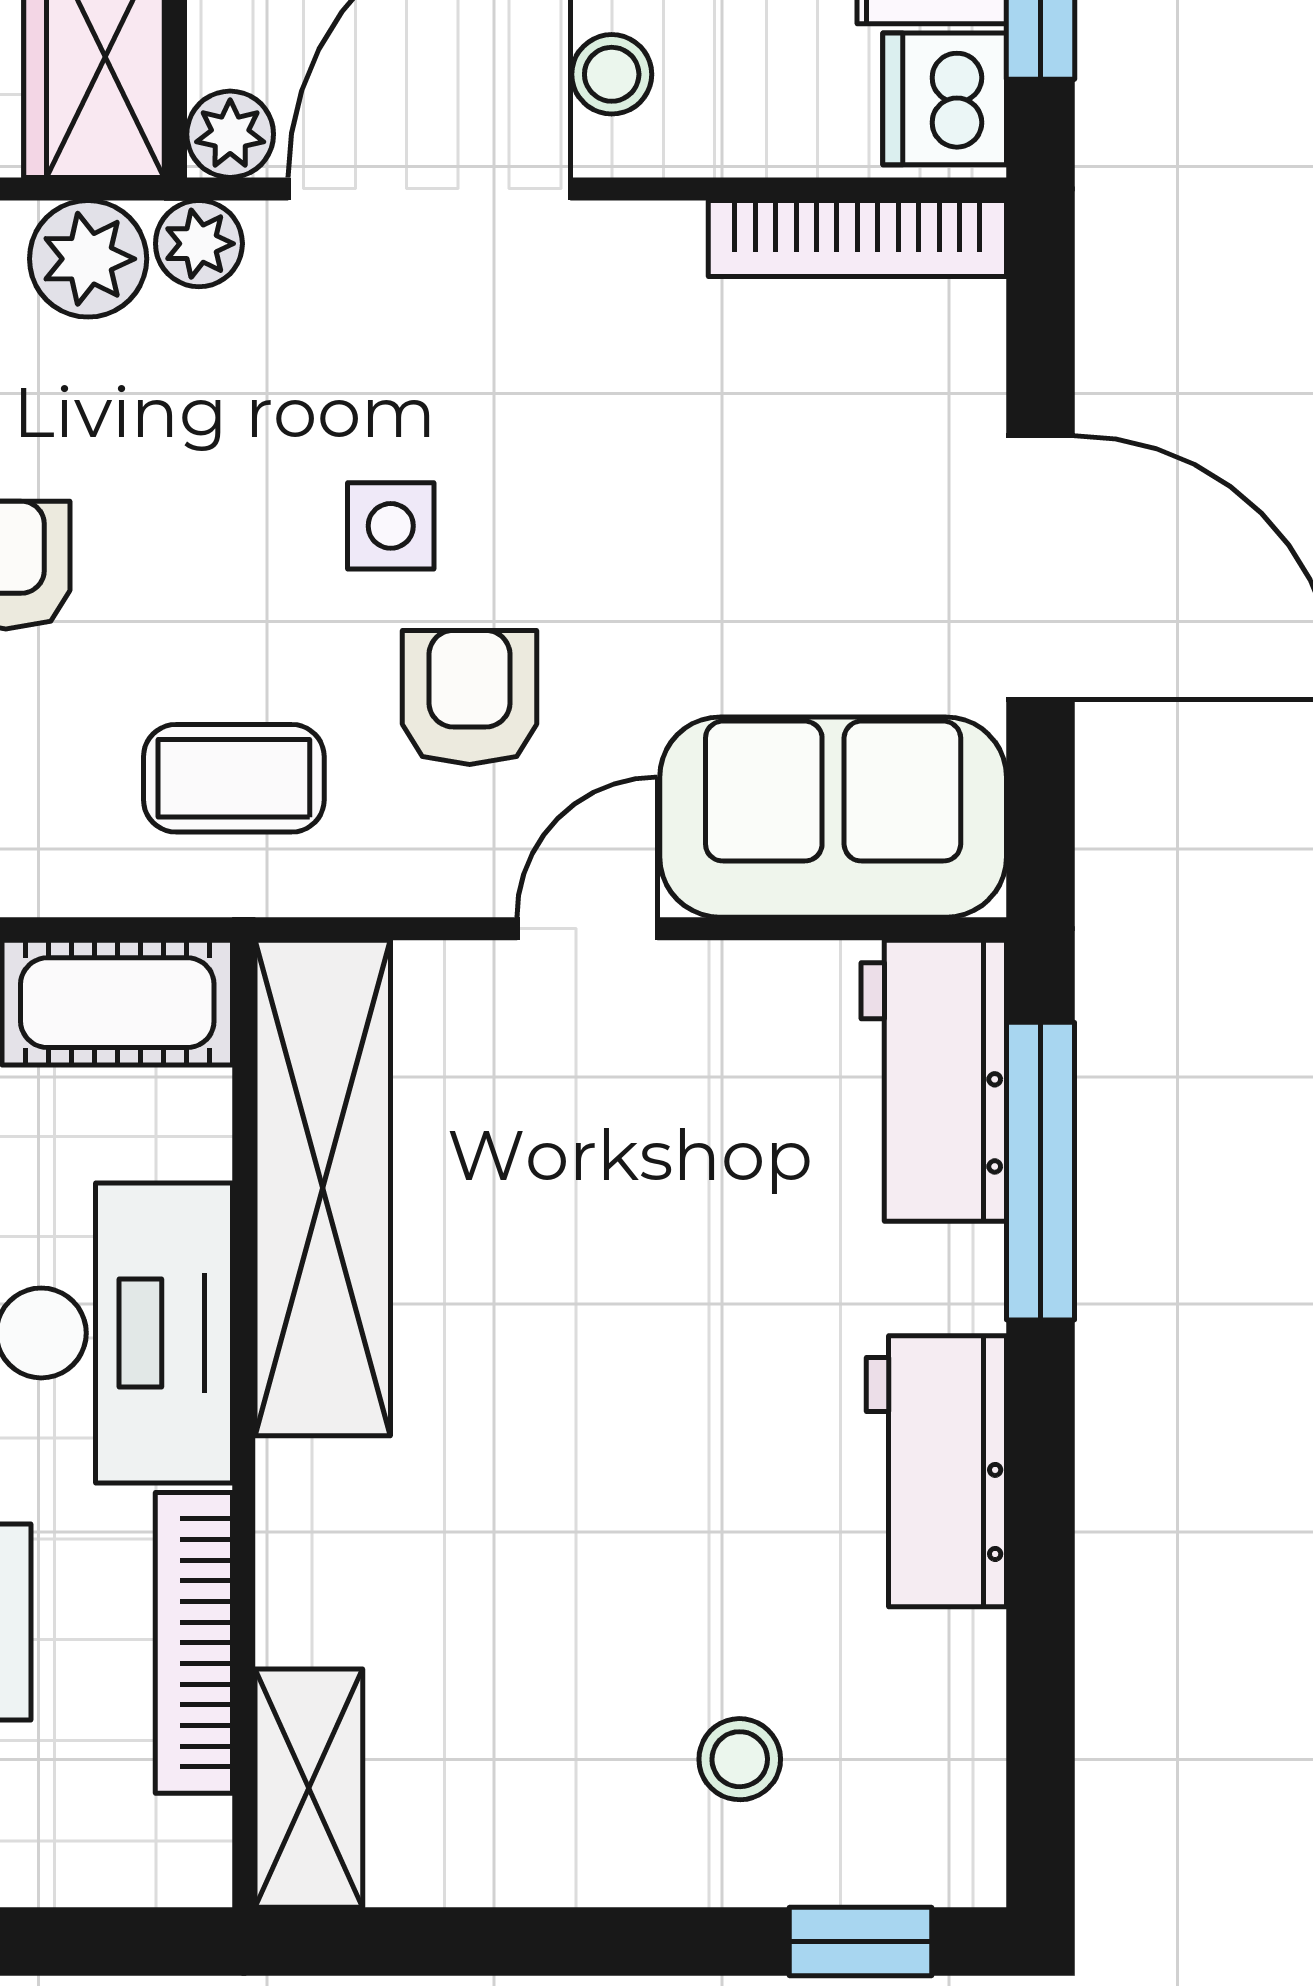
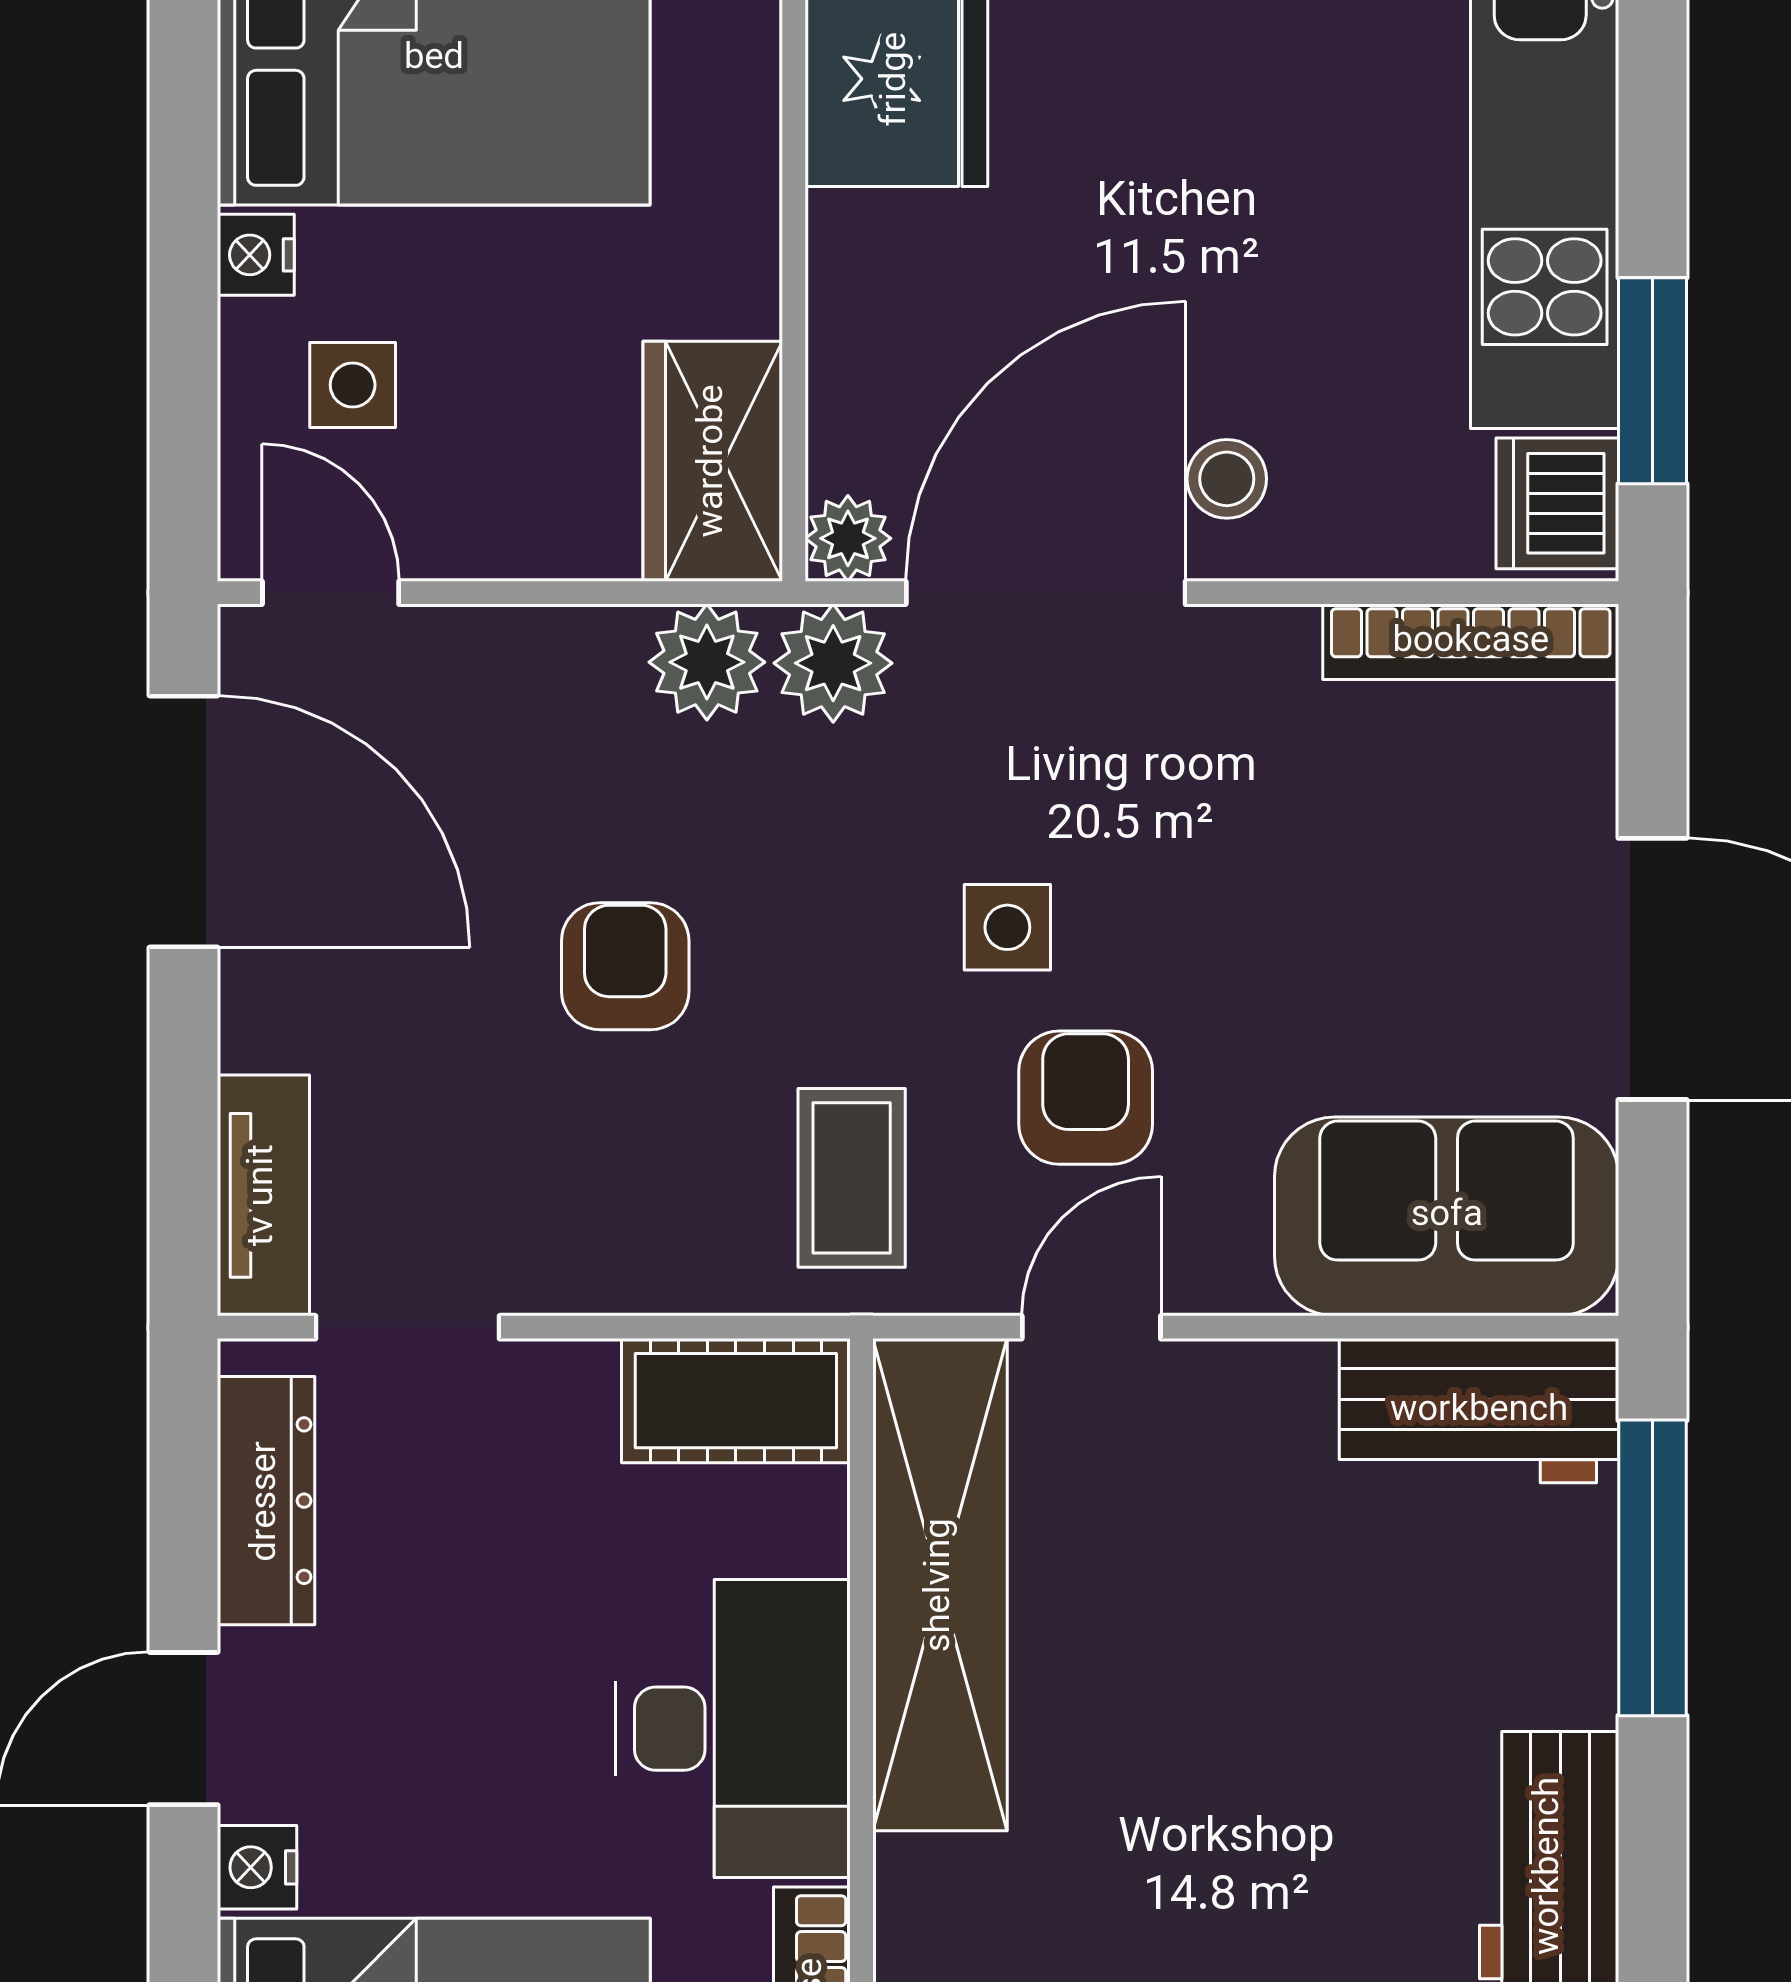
plant: (199, 244) -> (833, 663), width x1.38, depth x1.38
coffee table: (234, 778) -> (852, 1178), turned 90
door: (587, 929) -> (1091, 1327), moved
workbench: (934, 1081) -> (1479, 1411), moved, turned -90

